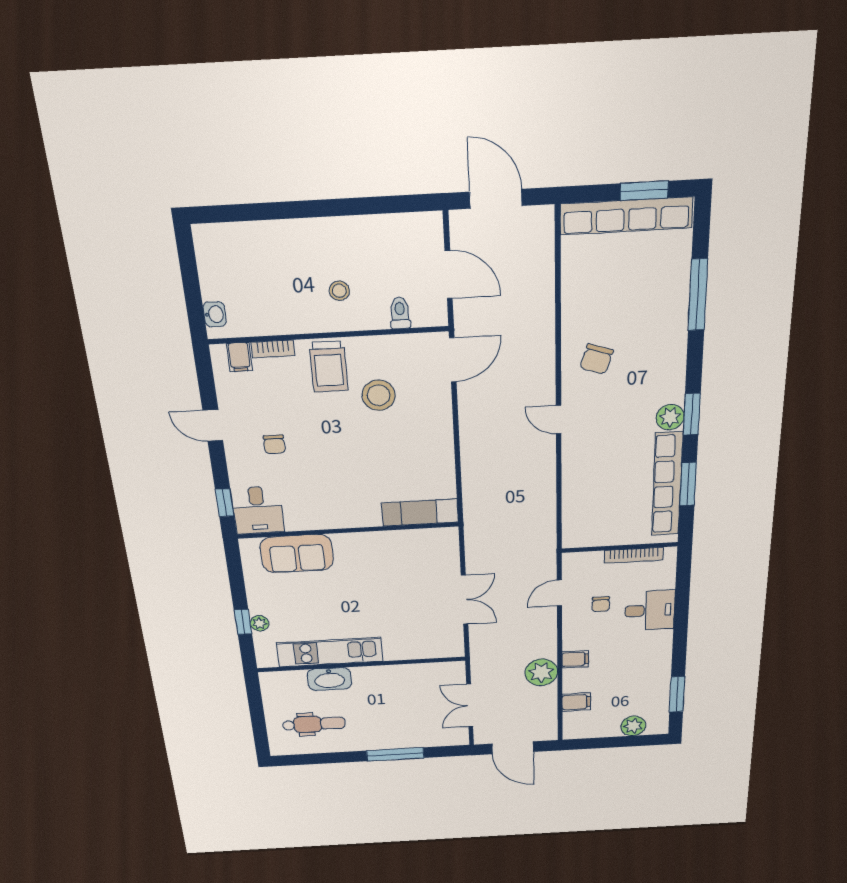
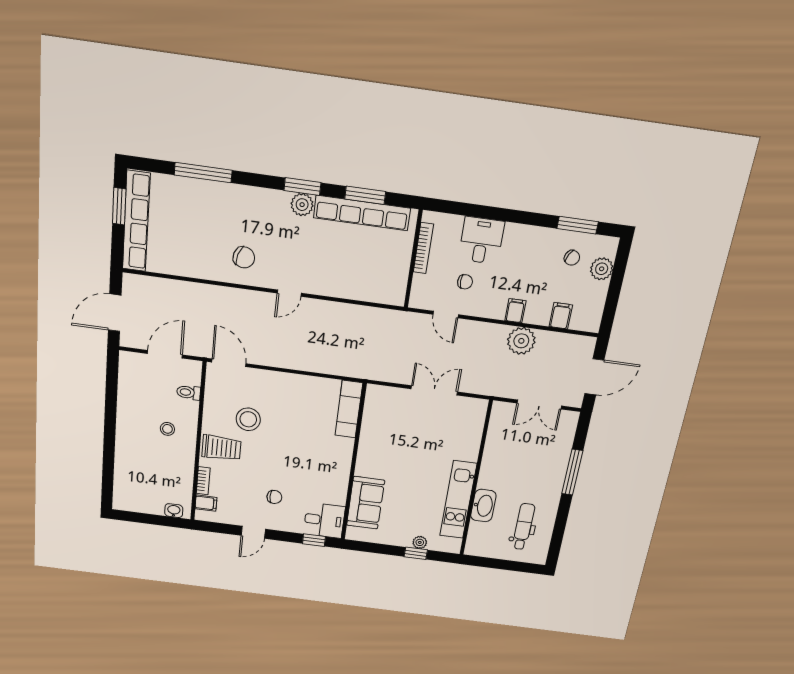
chair: (642, 697) -> (572, 258), added

